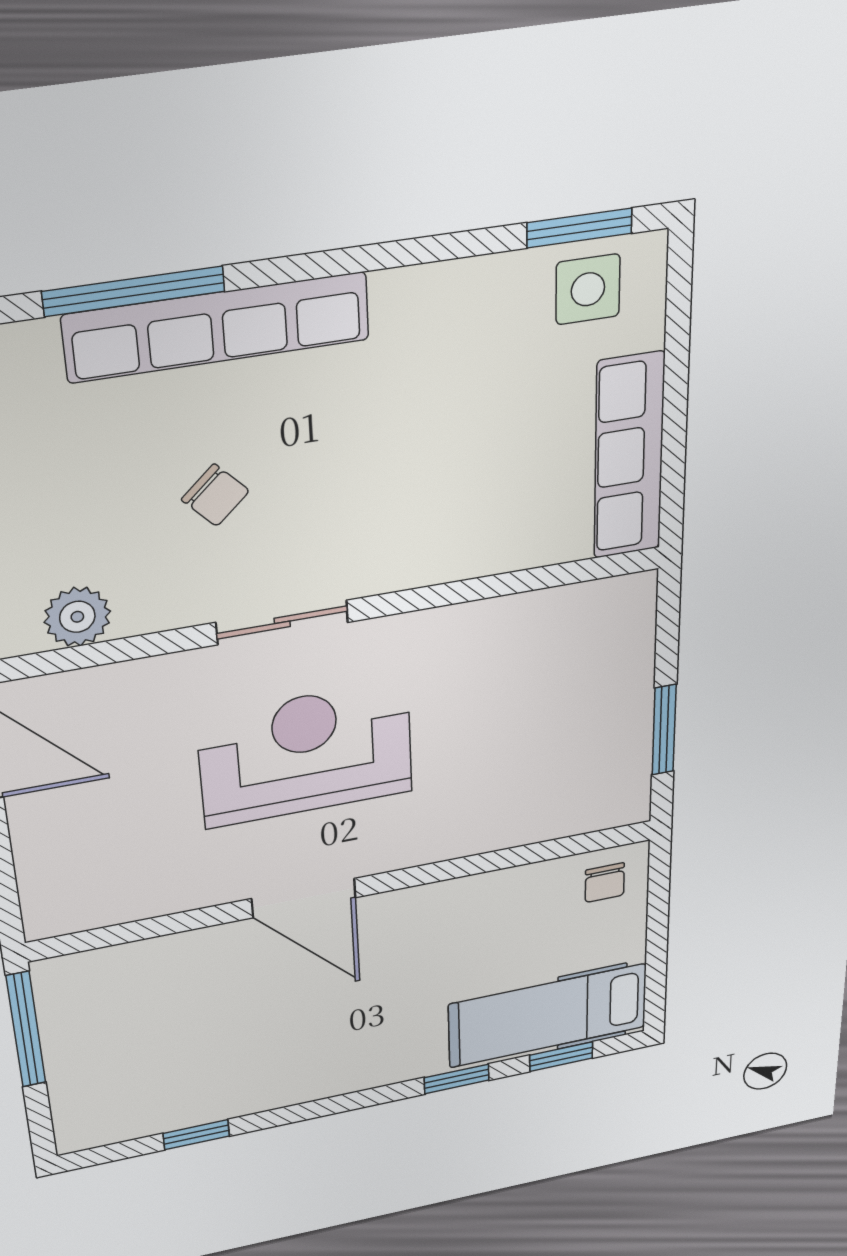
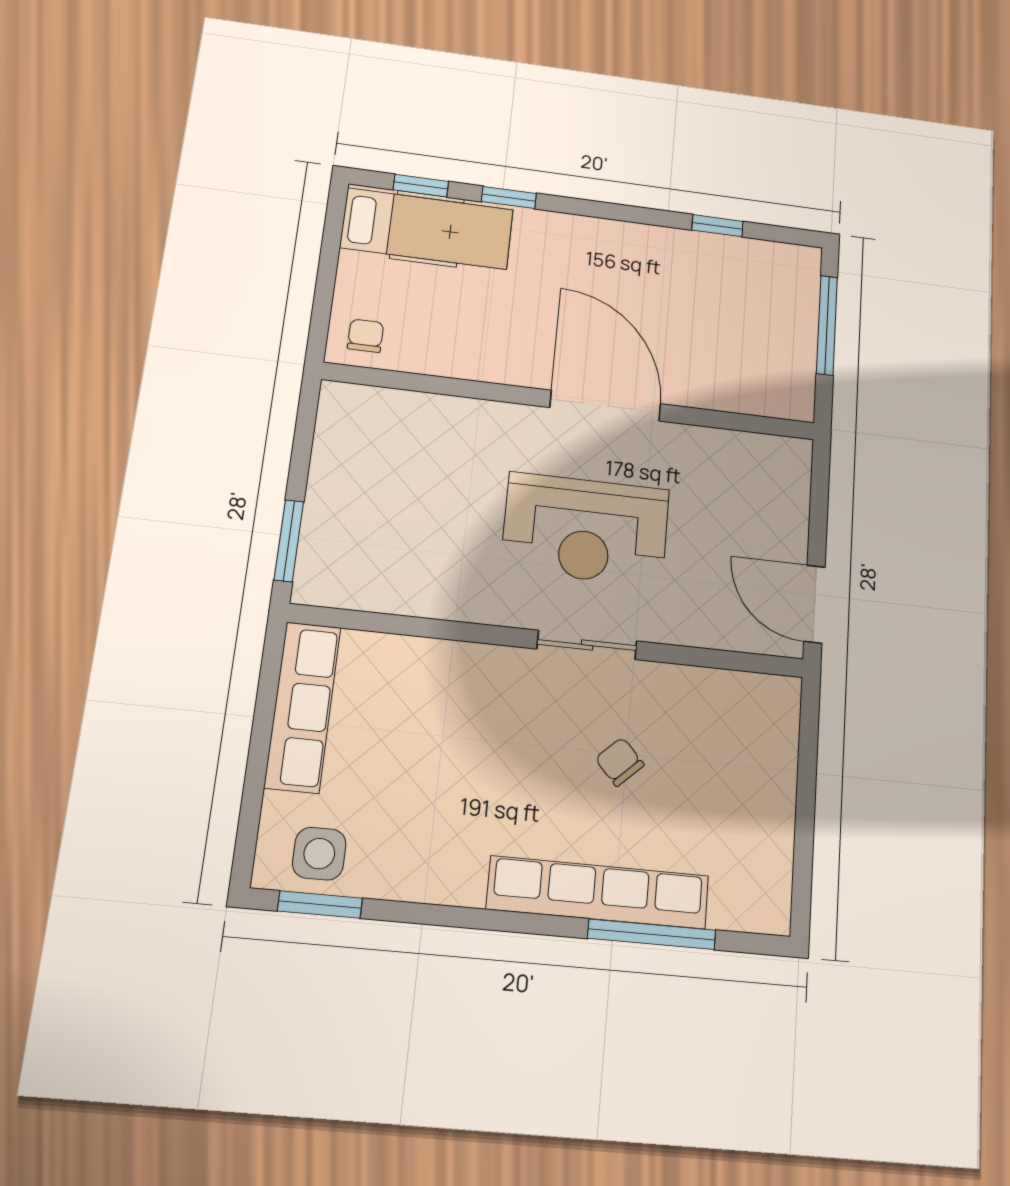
plant: (77, 617) -> (732, 694), removed
window: (664, 730) -> (289, 541), moved
door: (304, 898) -> (605, 406), width x1.36
window: (26, 1030) -> (827, 325), moved

